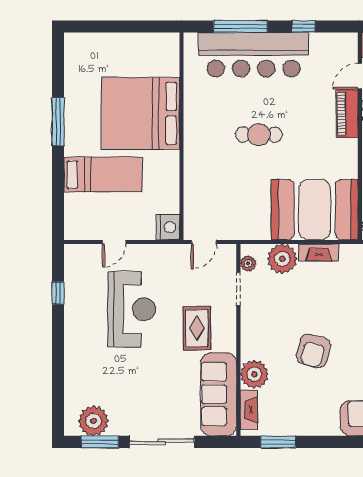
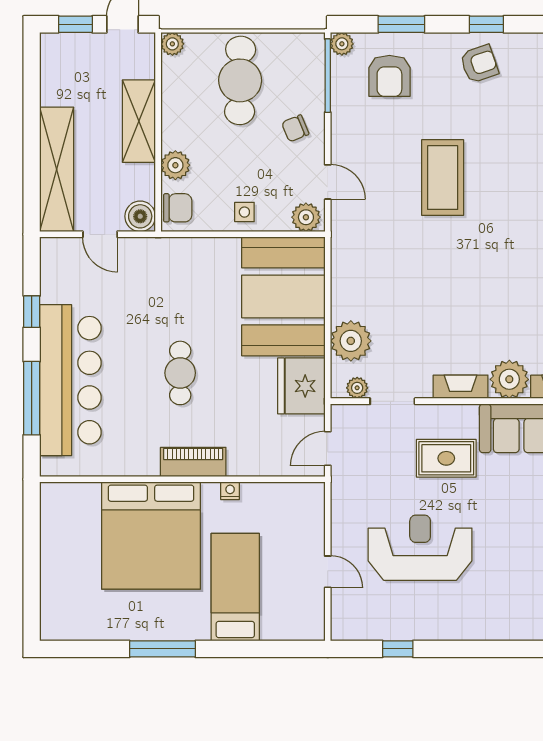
piano: (347, 114) -> (193, 462), moved, turned 180
fridge: (249, 223) -> (301, 386), added
nightstand: (168, 227) -> (230, 491), moved, width x0.53, depth x0.56
door: (204, 242) -> (328, 449), swing flipped
fireplace: (319, 252) -> (461, 387), moved, turned -90
armchair: (313, 351) -> (477, 298), removed

